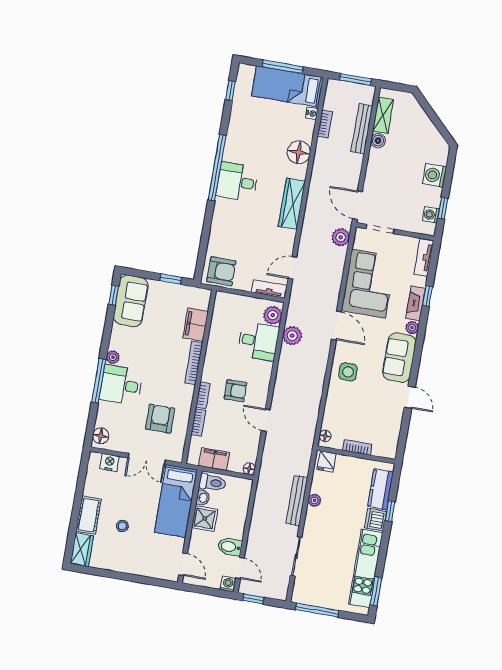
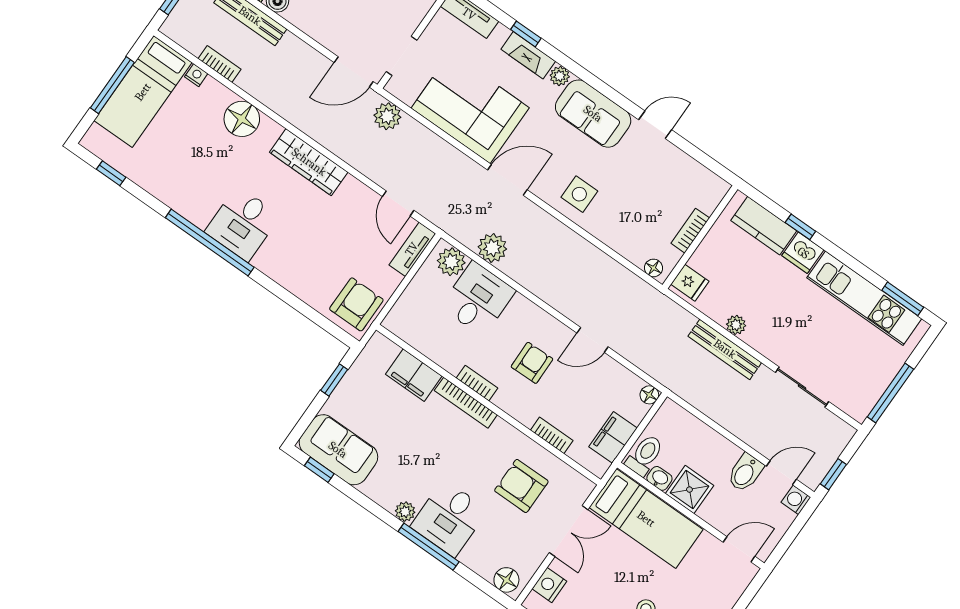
bookcase: (203, 395) -> (477, 383), moved

